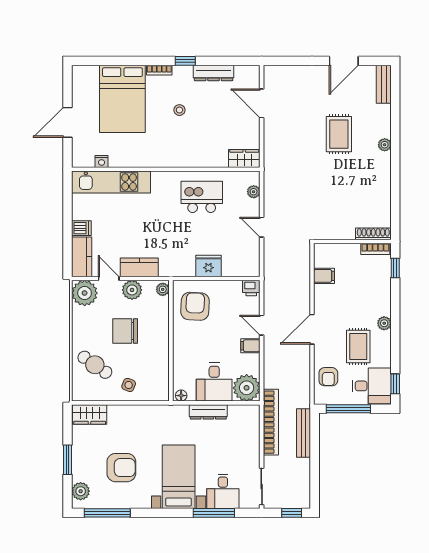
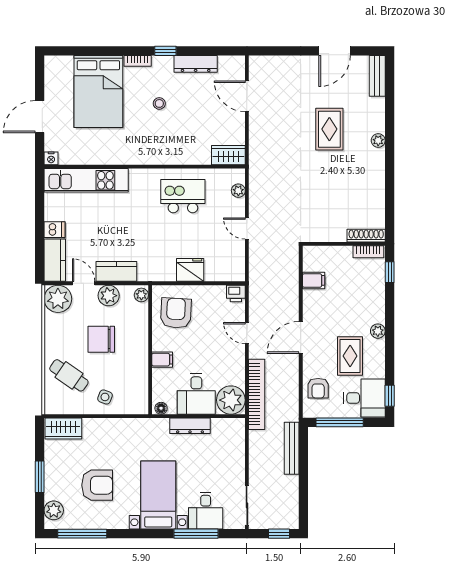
nightstand: (102, 161) -> (51, 158), moved
filing cabinet: (250, 346) -> (162, 360), moved, turned 180
bookcase: (271, 422) -> (257, 394), moved

